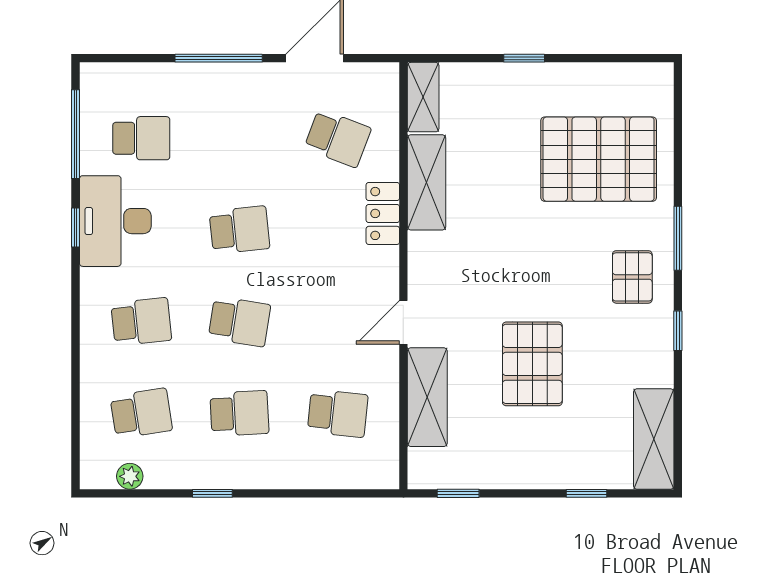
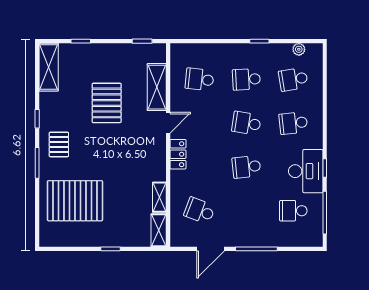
shelving: (427, 182) -> (159, 197), width x0.67, depth x0.75
locker: (383, 213) -> (178, 154), moved

